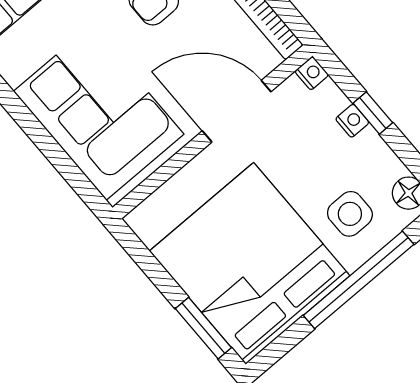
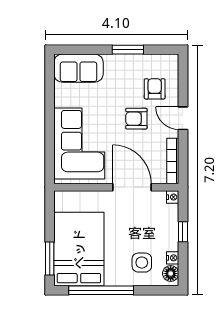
nightstand: (352, 121) -> (173, 258), moved
bed: (250, 263) -> (79, 249), width x0.73
window: (359, 280) -> (101, 290), moved

